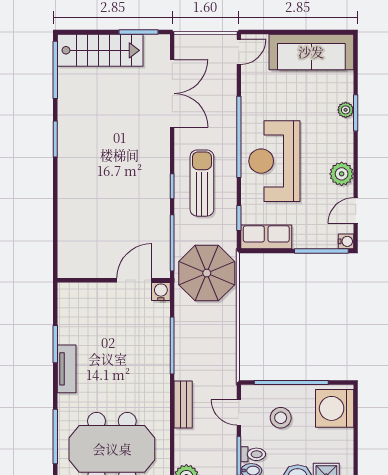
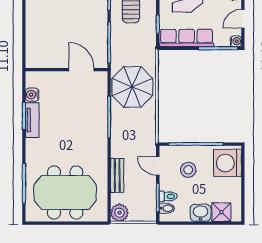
row of seats: (266, 237) -> (187, 38), width x1.48
parasol: (207, 273) -> (132, 87), moved
door: (134, 280) -> (81, 70), hinge flipped
water cooler: (161, 291) -> (32, 95), moved, turned -90
tv unit: (67, 369) -> (32, 120), moved
bench: (183, 405) -> (117, 175), moved

